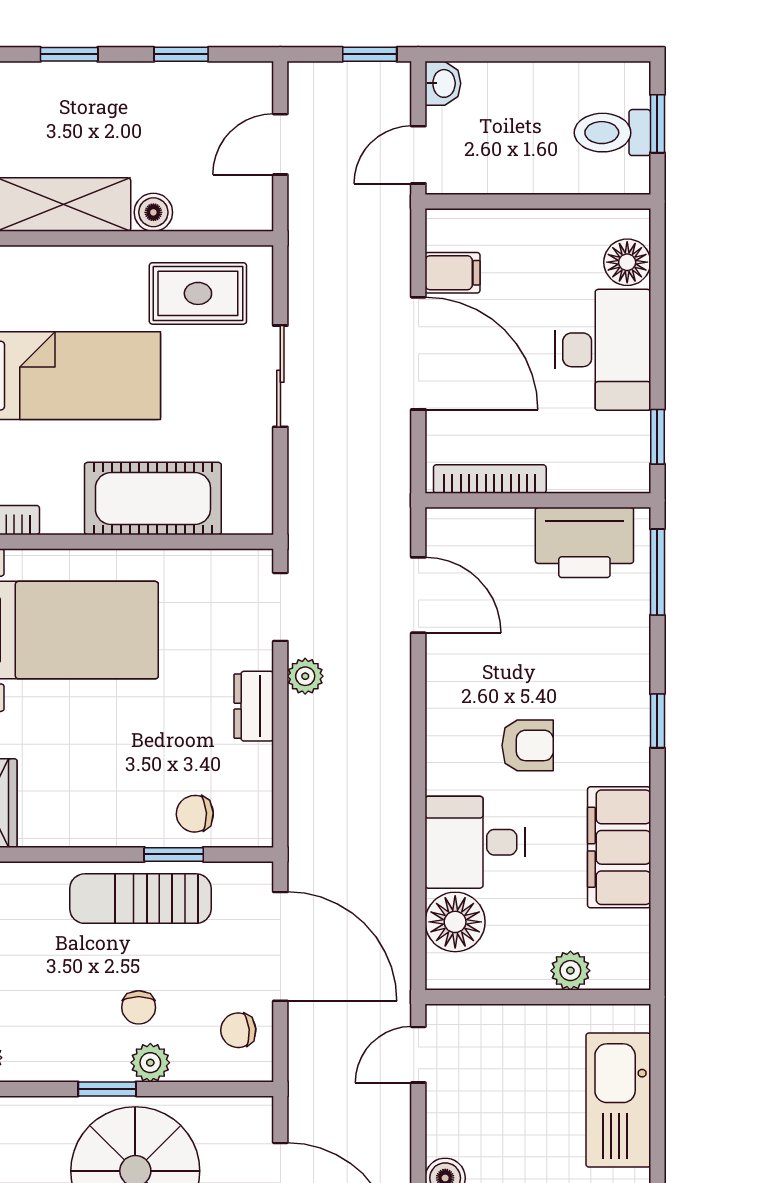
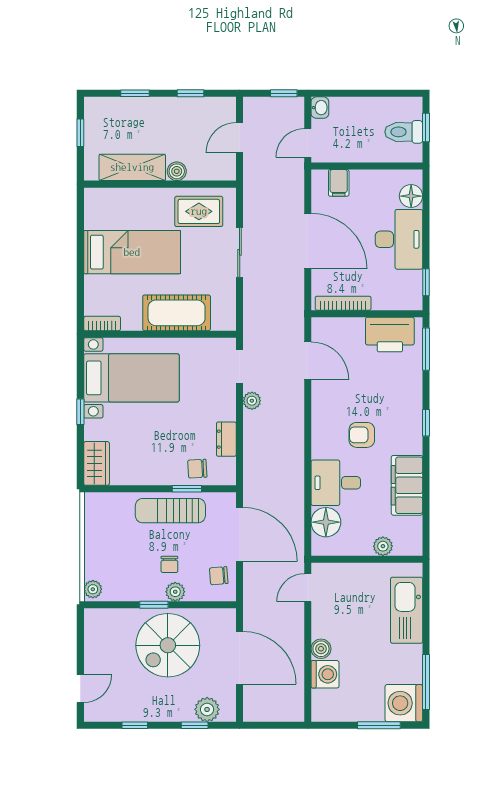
filing cabinet: (452, 273) -> (339, 183), moved, turned 90
dresser: (254, 706) -> (226, 439), moved
armchair: (528, 745) -> (362, 435), turned 180

